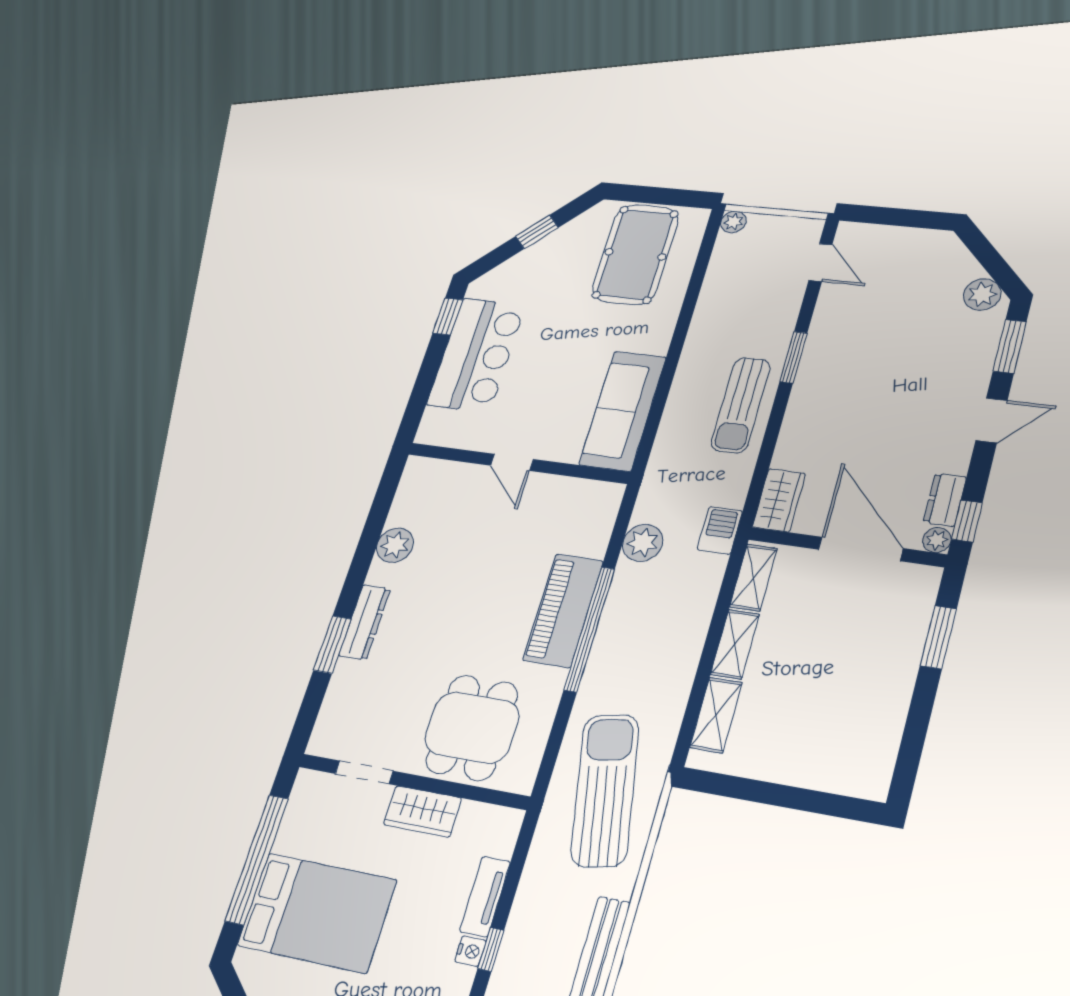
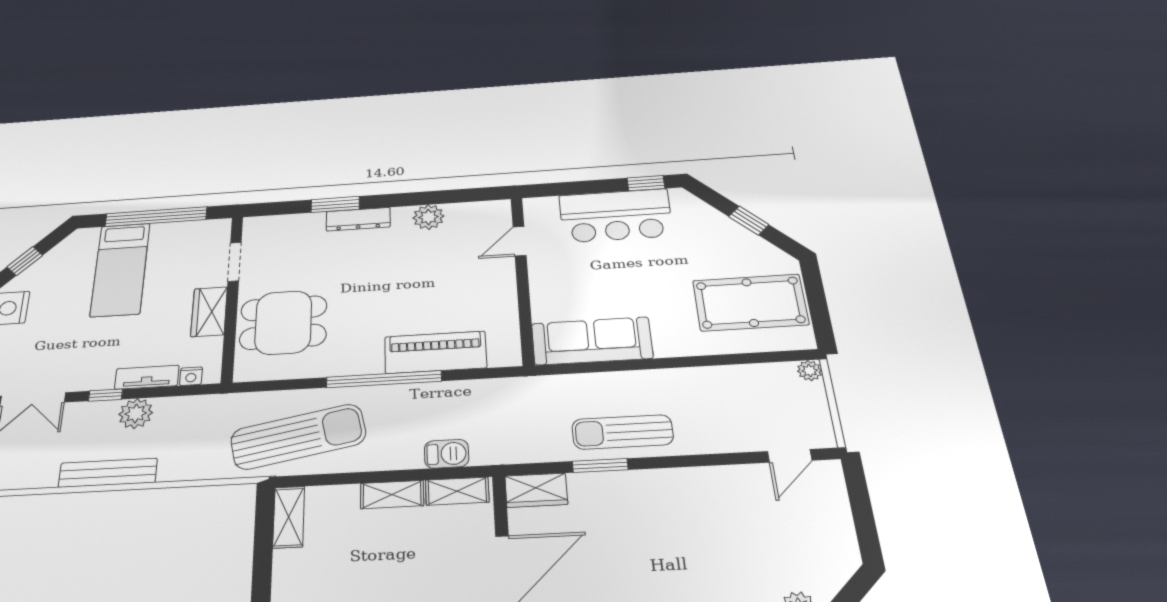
window: (793, 357) -> (600, 466), moved
door: (512, 462) -> (520, 241), moved
barbecue: (720, 530) -> (447, 454), moved
plant: (643, 543) -> (136, 413), moved
piano: (563, 610) -> (435, 352), moved
shelving: (716, 715) -> (289, 517), moved, turned 90
sun lounger: (605, 790) -> (298, 437), moved
bed: (317, 913) -> (120, 269), width x0.67
nightstand: (470, 951) -> (191, 376), moved

